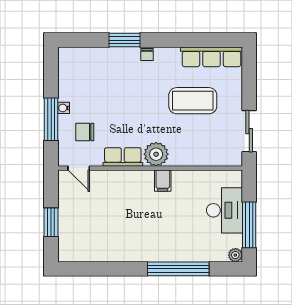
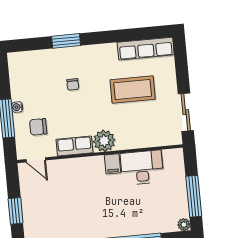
chair: (147, 54) -> (73, 84), moved
desk: (224, 210) -> (142, 168), moved, turned -90

